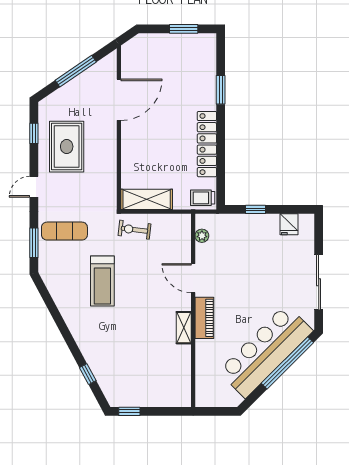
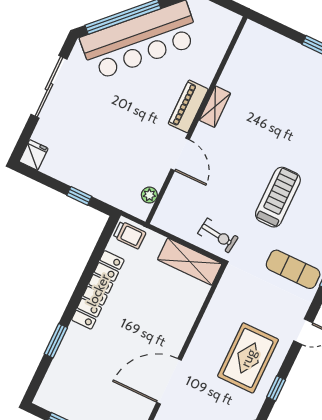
fridge: (289, 224) -> (34, 155), moved

